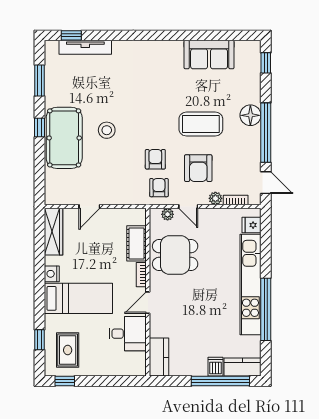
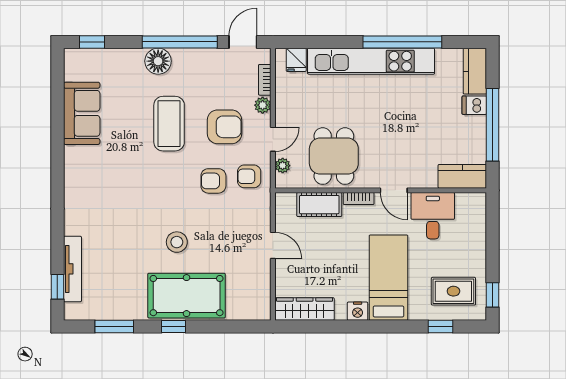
door: (89, 207) -> (273, 245), moved
window: (220, 381) -> (492, 125), moved

